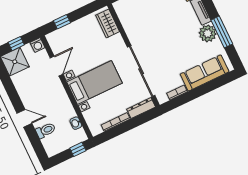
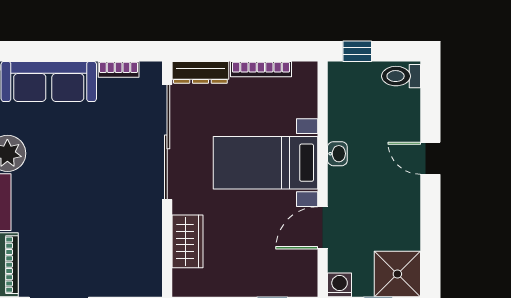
wardrobe: (108, 23) -> (188, 241), moved
washbasin: (76, 123) -> (337, 154), moved
toilet: (46, 130) -> (401, 76), moved

